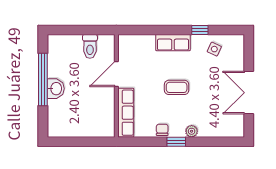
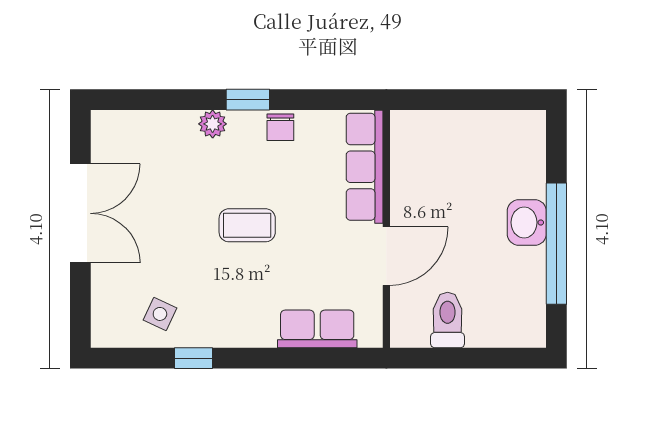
row of seats: (173, 43) -> (317, 329), moved

